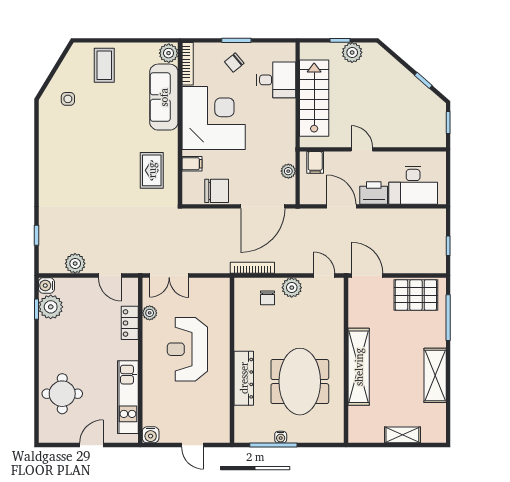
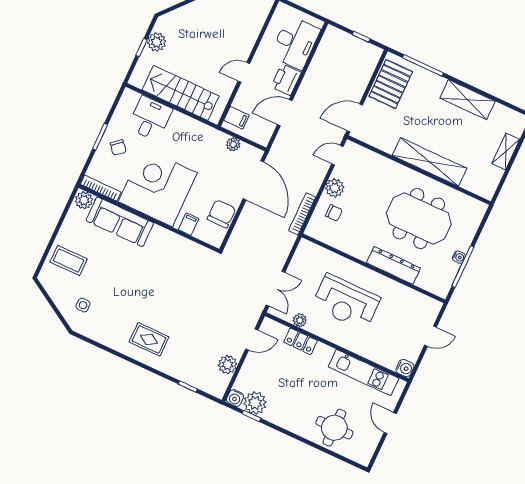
rug: (152, 170) -> (149, 339), moved

